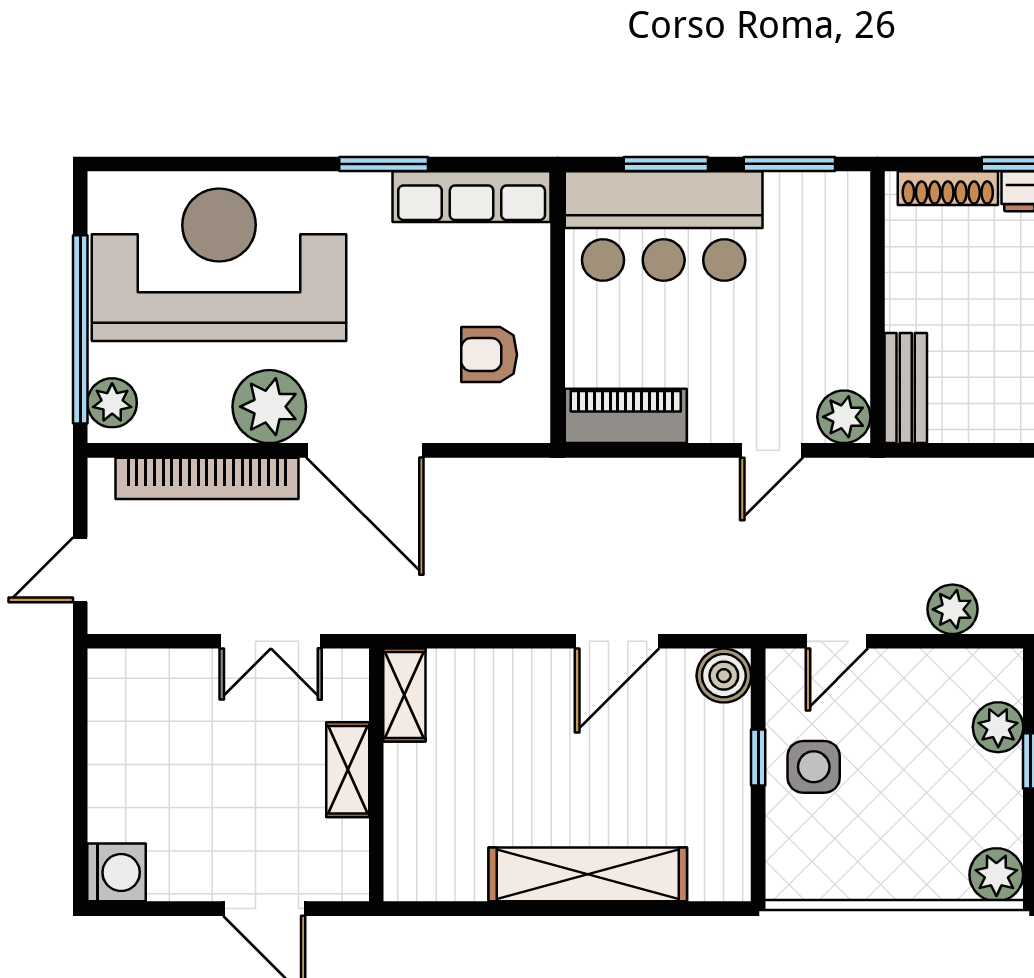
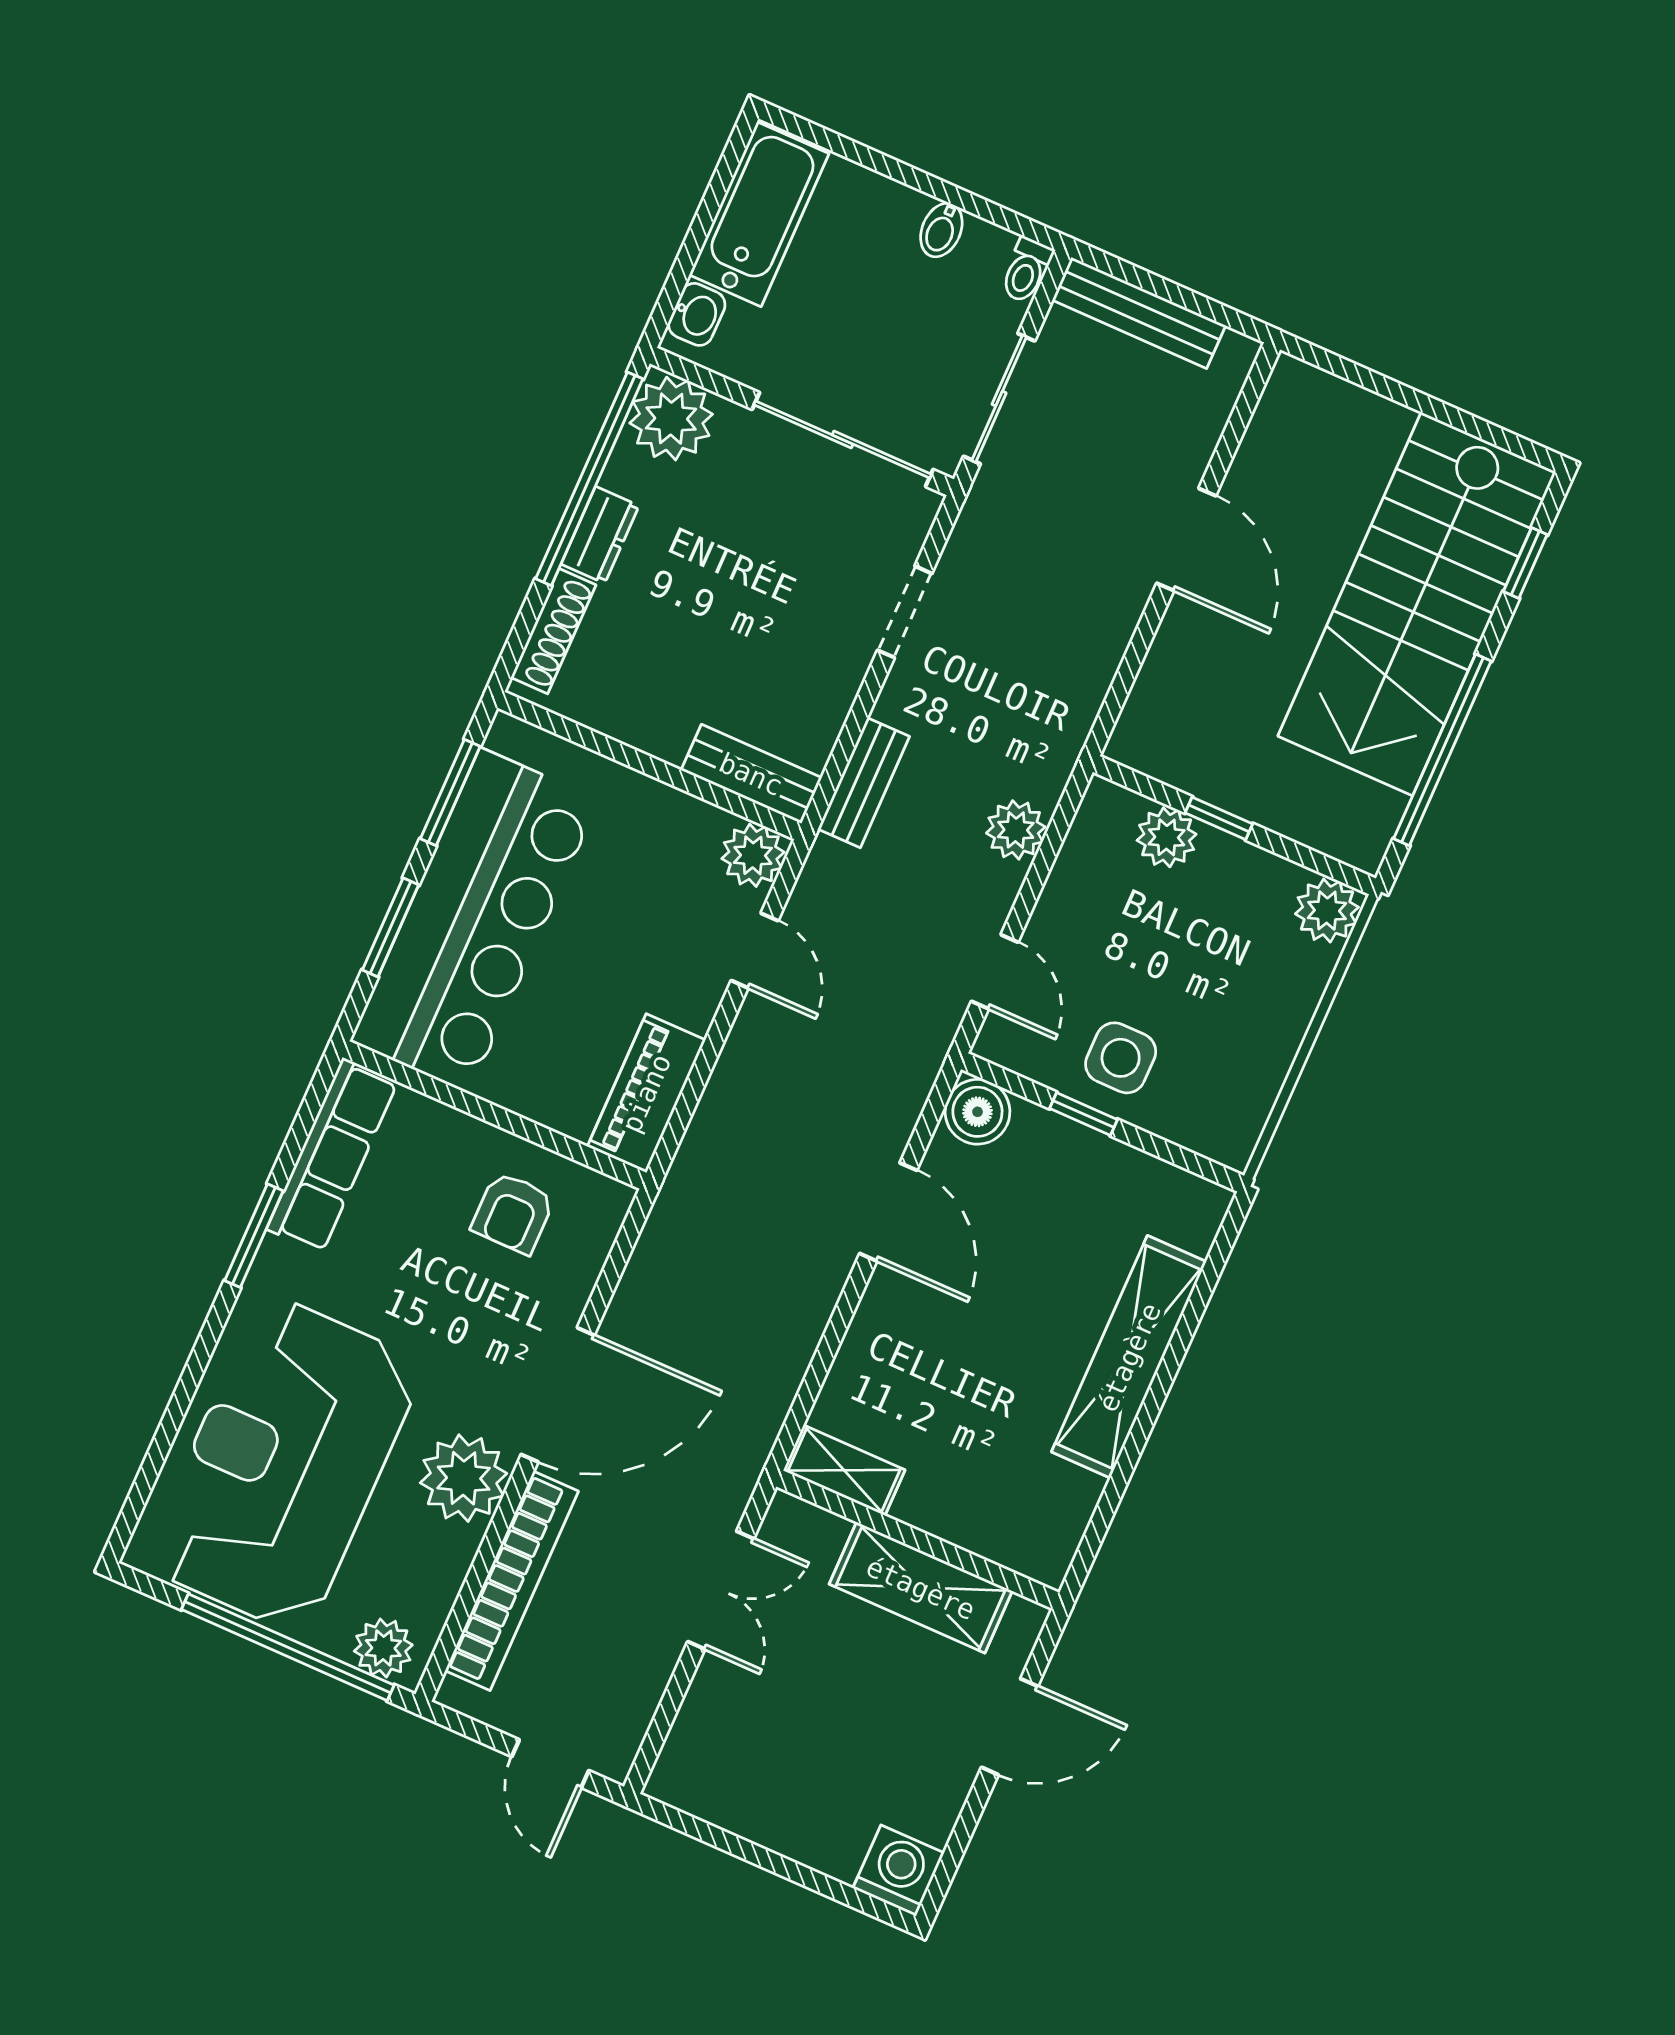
bar counter: (664, 226) -> (475, 921), width x1.36
bench: (937, 477) -> (864, 783), added
shelving: (348, 770) -> (921, 1588), width x1.50, depth x1.33

